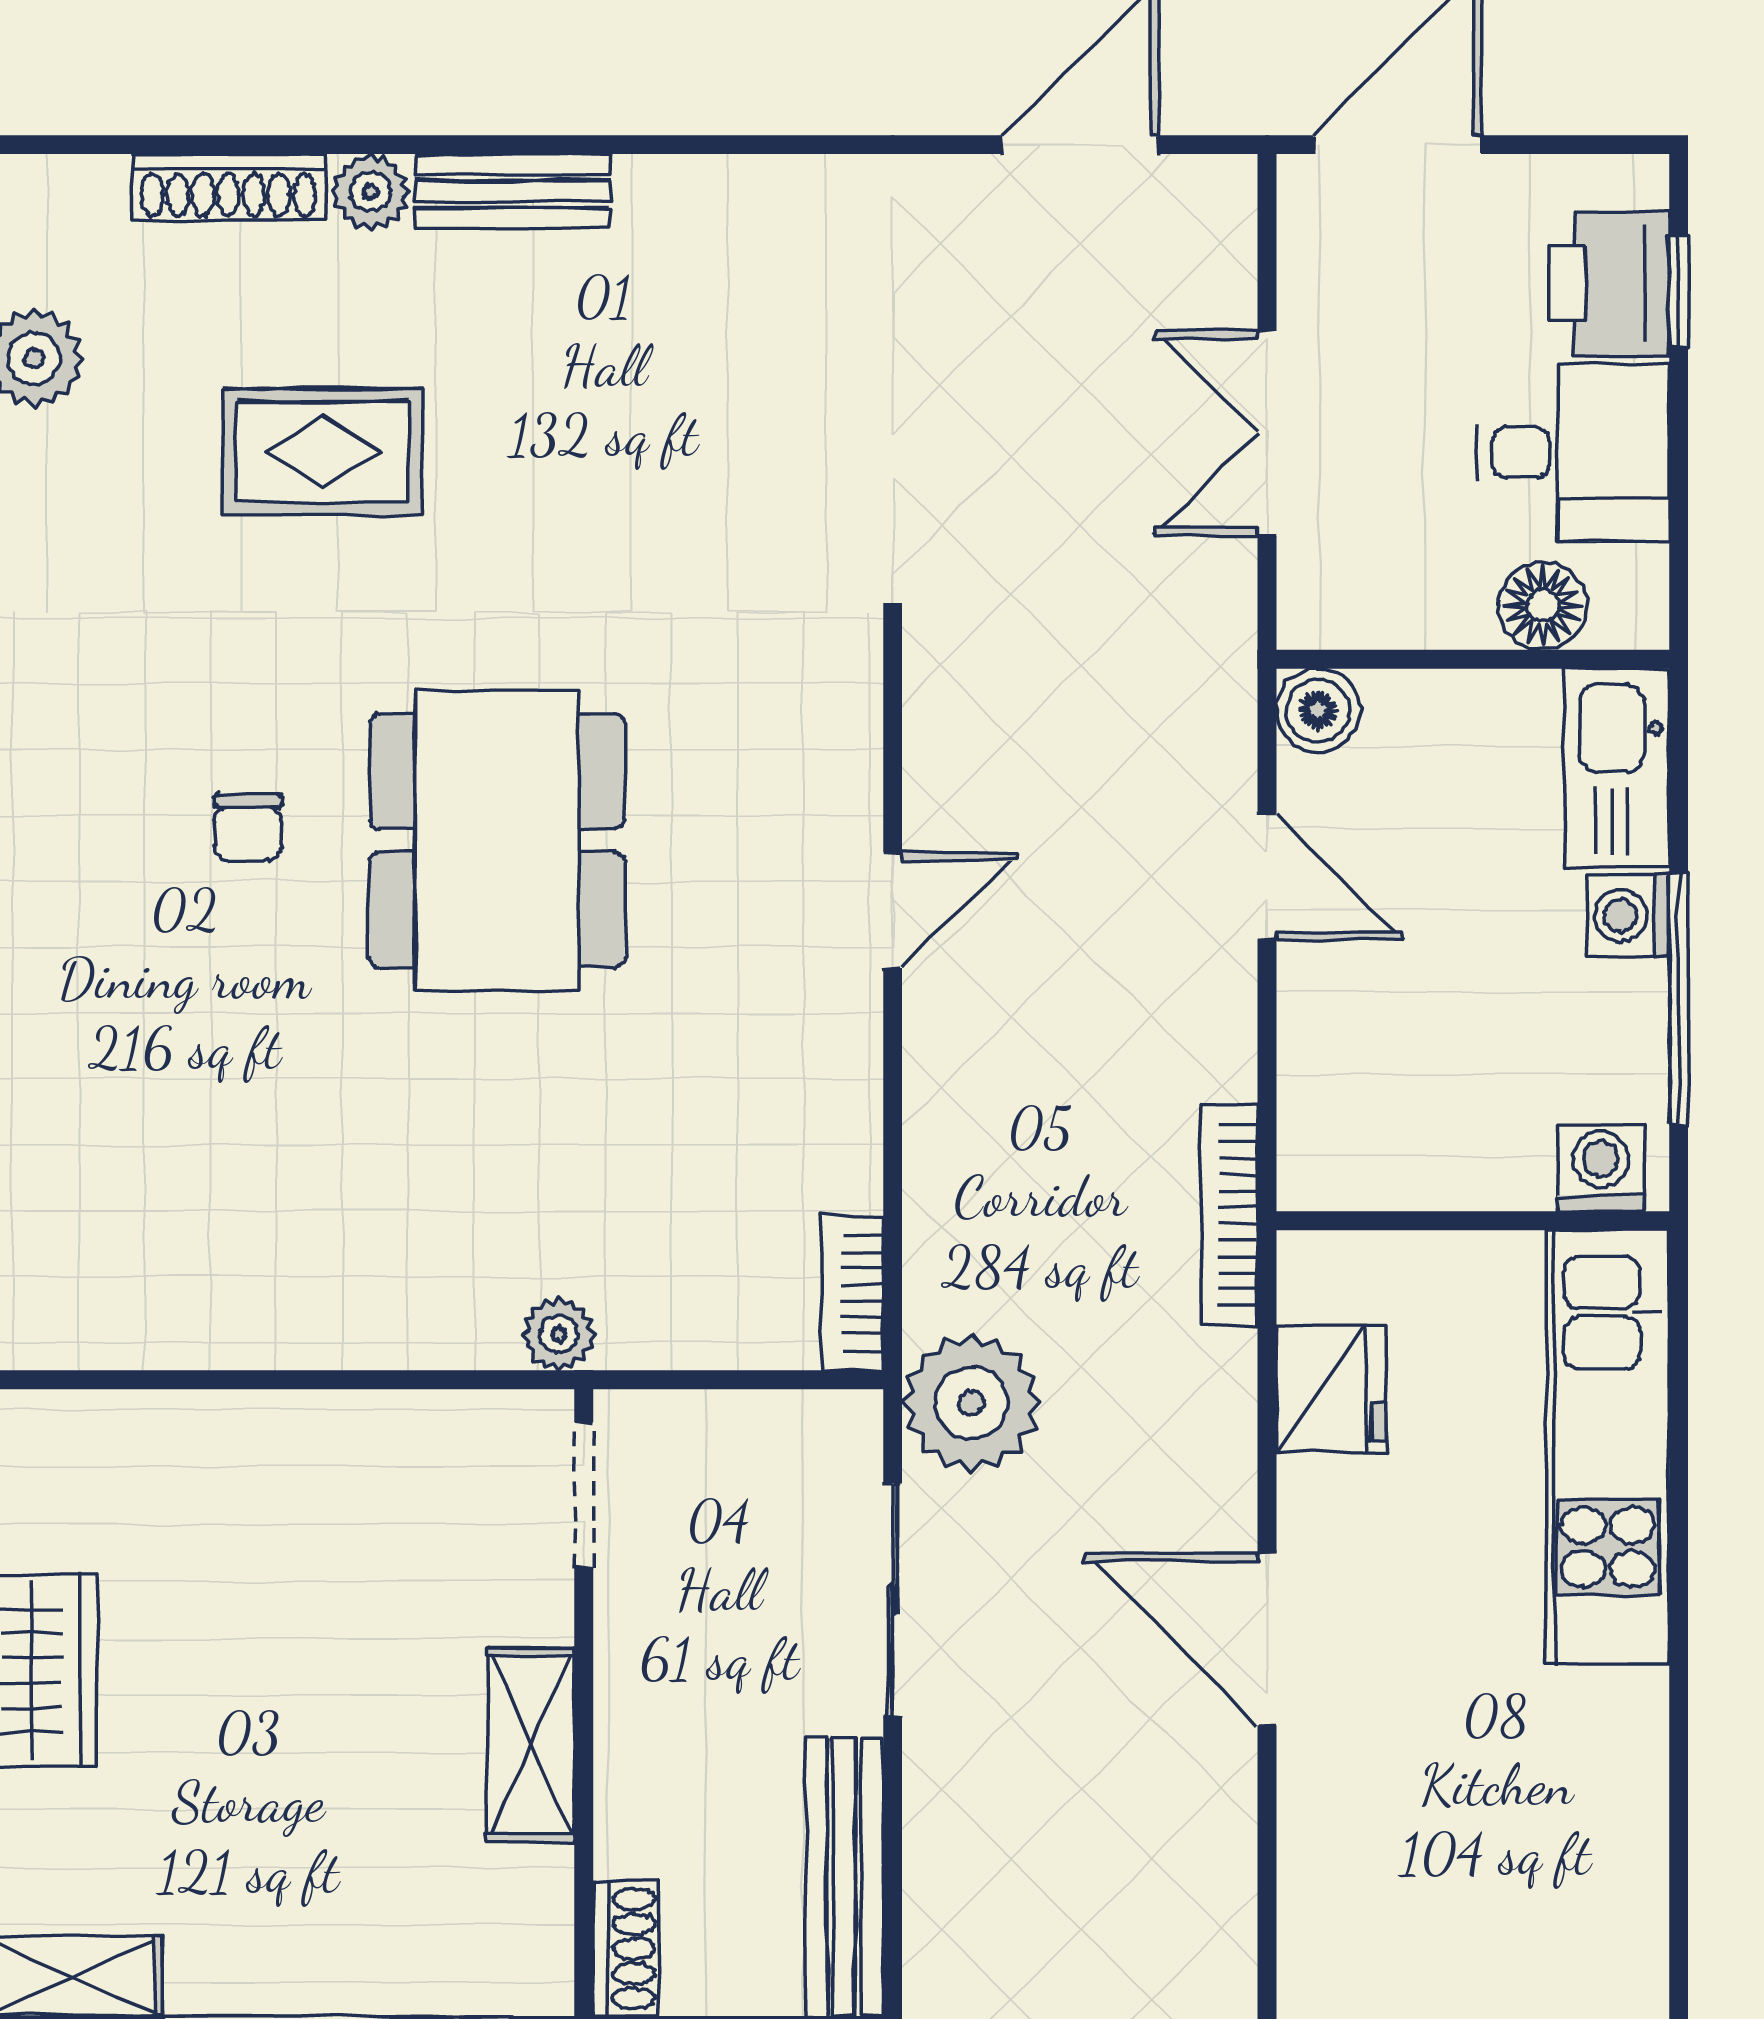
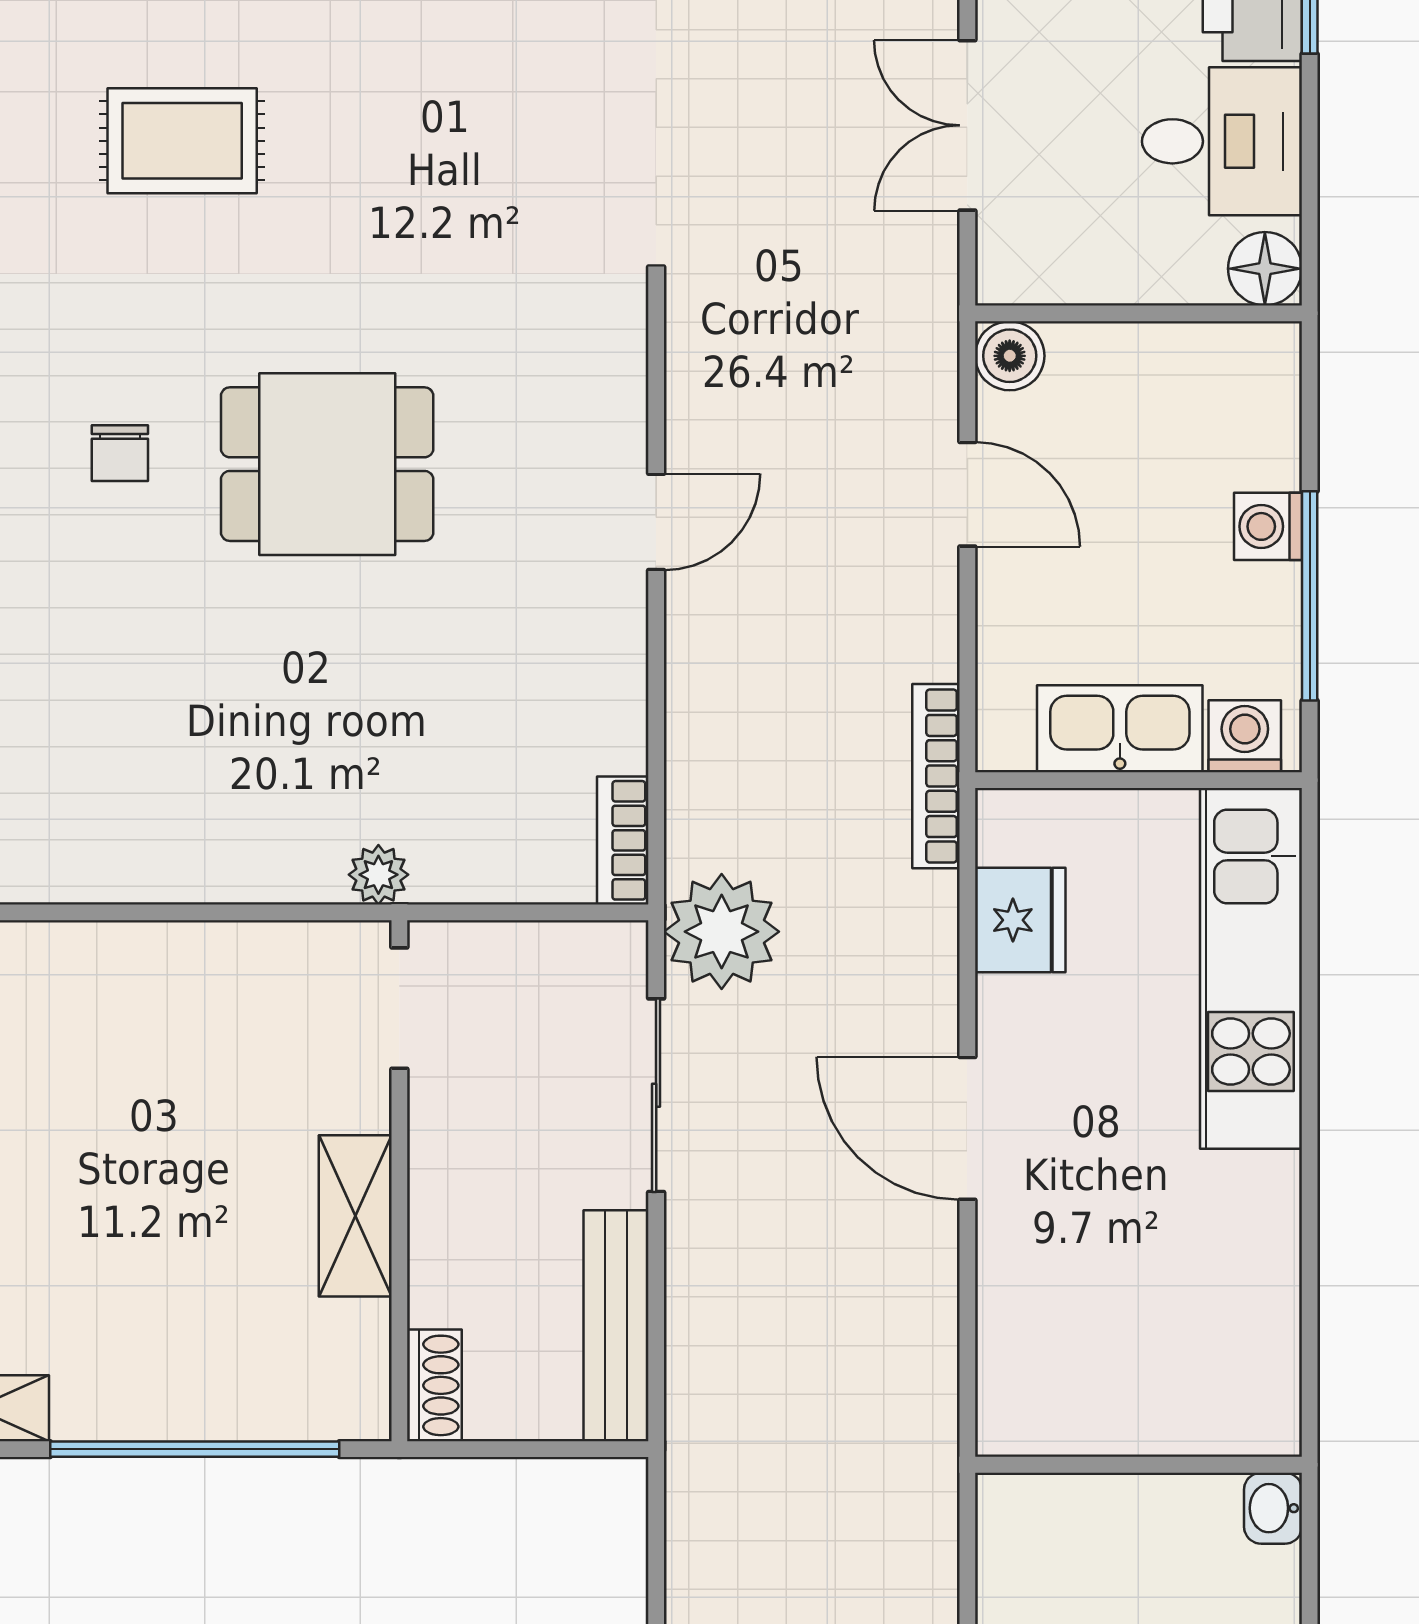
floor lamp: (1543, 606) -> (1265, 269), moved
kitchen sink: (1617, 768) -> (1120, 729), moved, turned 90
dining table: (497, 841) -> (327, 464), width x0.73

